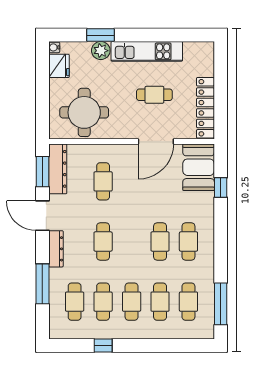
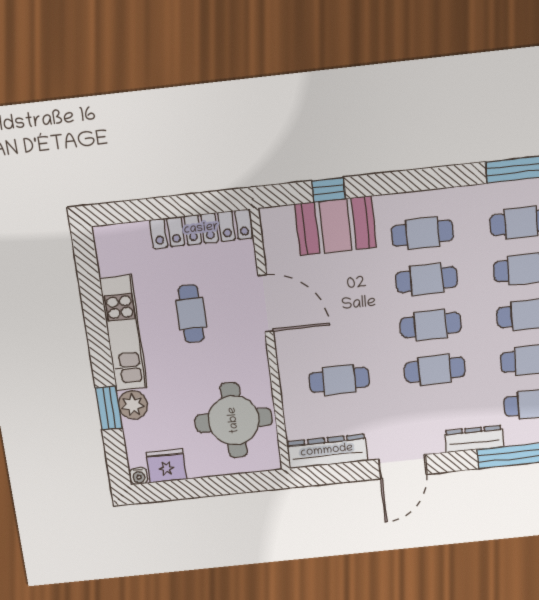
booth: (199, 167) -> (336, 226), moved
window: (42, 172) -> (334, 474), removed
cafe table: (132, 242) -> (431, 325), added
dresser: (56, 249) -> (474, 439), moved

